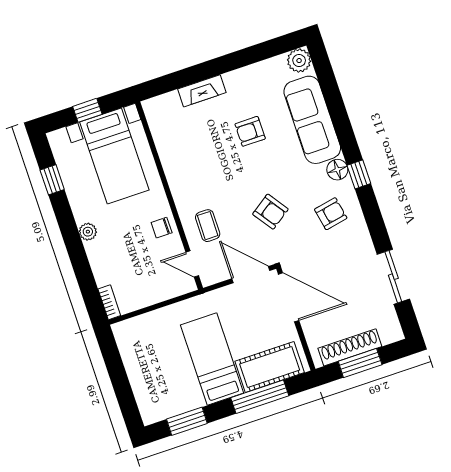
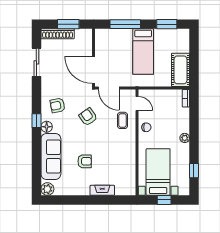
shoe rack: (350, 347) -> (58, 34), moved
cot: (270, 367) -> (180, 70), moved, turned 90

